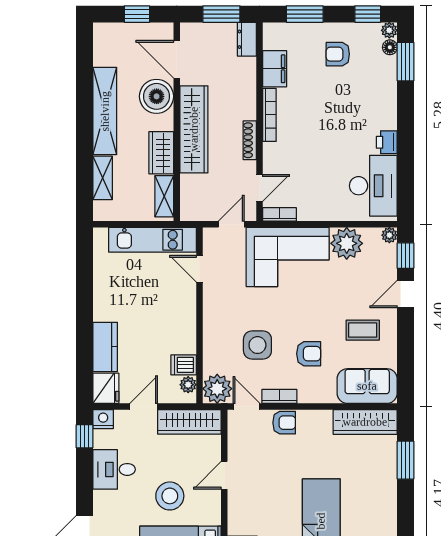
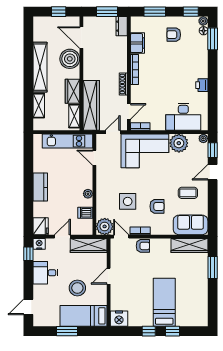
wardrobe: (194, 129) -> (91, 105), moved
desk: (373, 186) -> (183, 117), moved, turned 90
kitchen counter: (105, 347) -> (40, 187), moved
plant: (188, 385) -> (88, 194), moved

